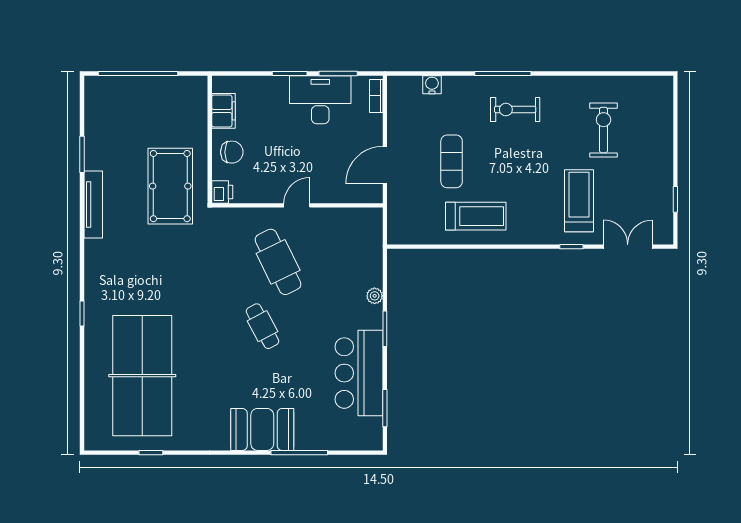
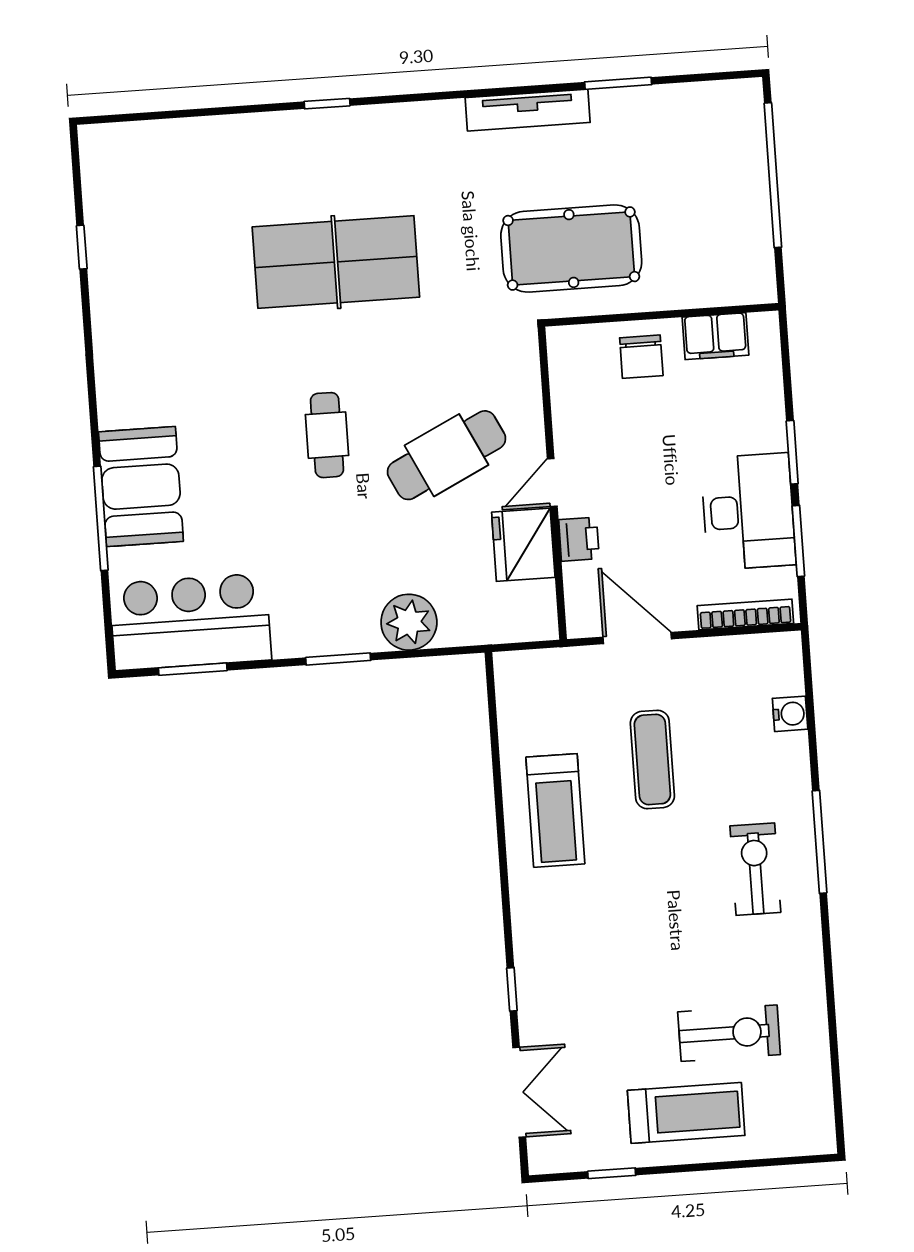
bookcase: (376, 96) -> (745, 615), width x1.56
exercise mat: (452, 161) -> (652, 759), turned 90
printer: (222, 192) -> (579, 539), moved, turned -90
treadmill: (579, 201) -> (686, 1113), moved
door: (297, 205) -> (552, 483), swing flipped
fridge: (330, 224) -> (523, 545), added
plant: (375, 296) -> (409, 622), width x1.88, depth x1.88
cafe table: (263, 326) -> (327, 435), turned -62
bar counter: (359, 373) -> (190, 622), moved
table tennis table: (142, 376) -> (336, 262), moved, width x0.73, depth x0.76
booth: (262, 429) -> (141, 487), moved

